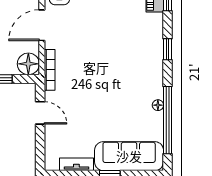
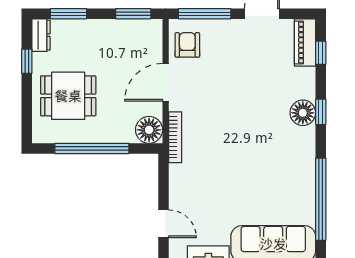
floor lamp: (158, 105) -> (303, 113), moved, width x1.89, depth x1.89
door: (40, 113) -> (164, 224), moved

